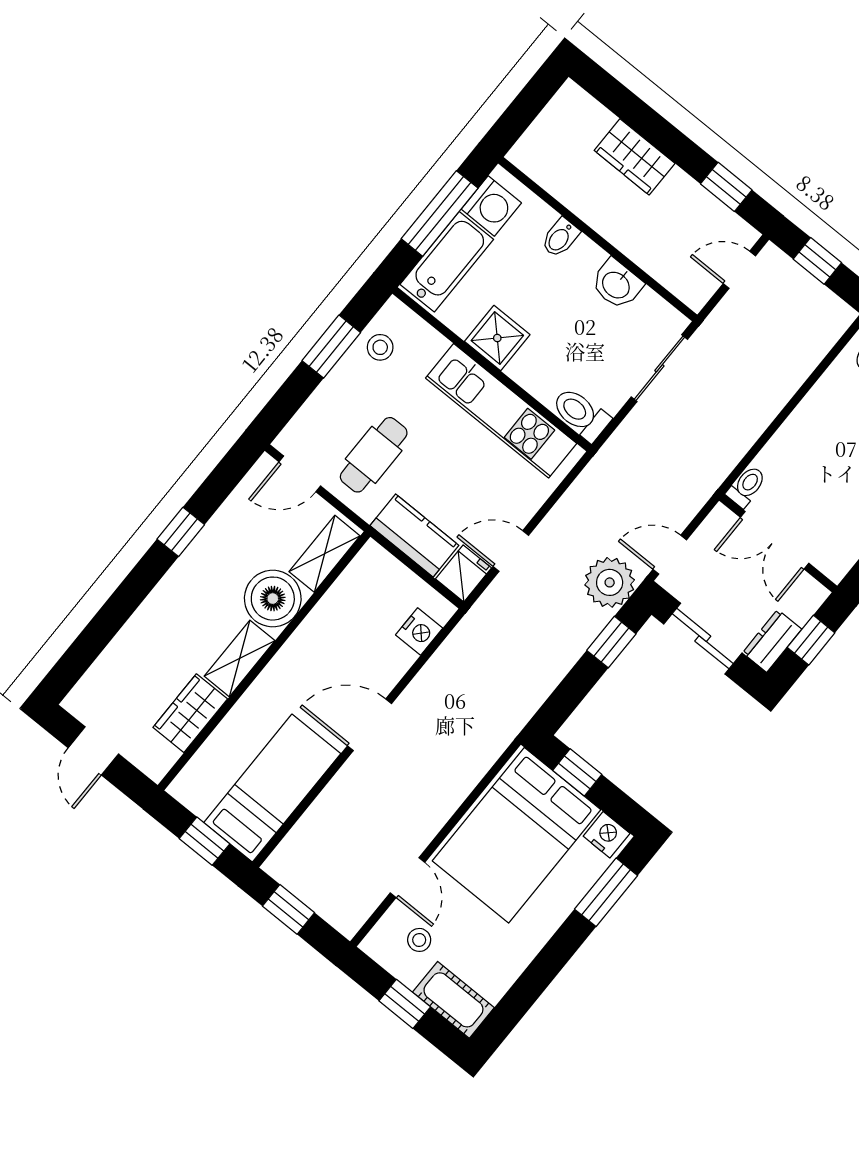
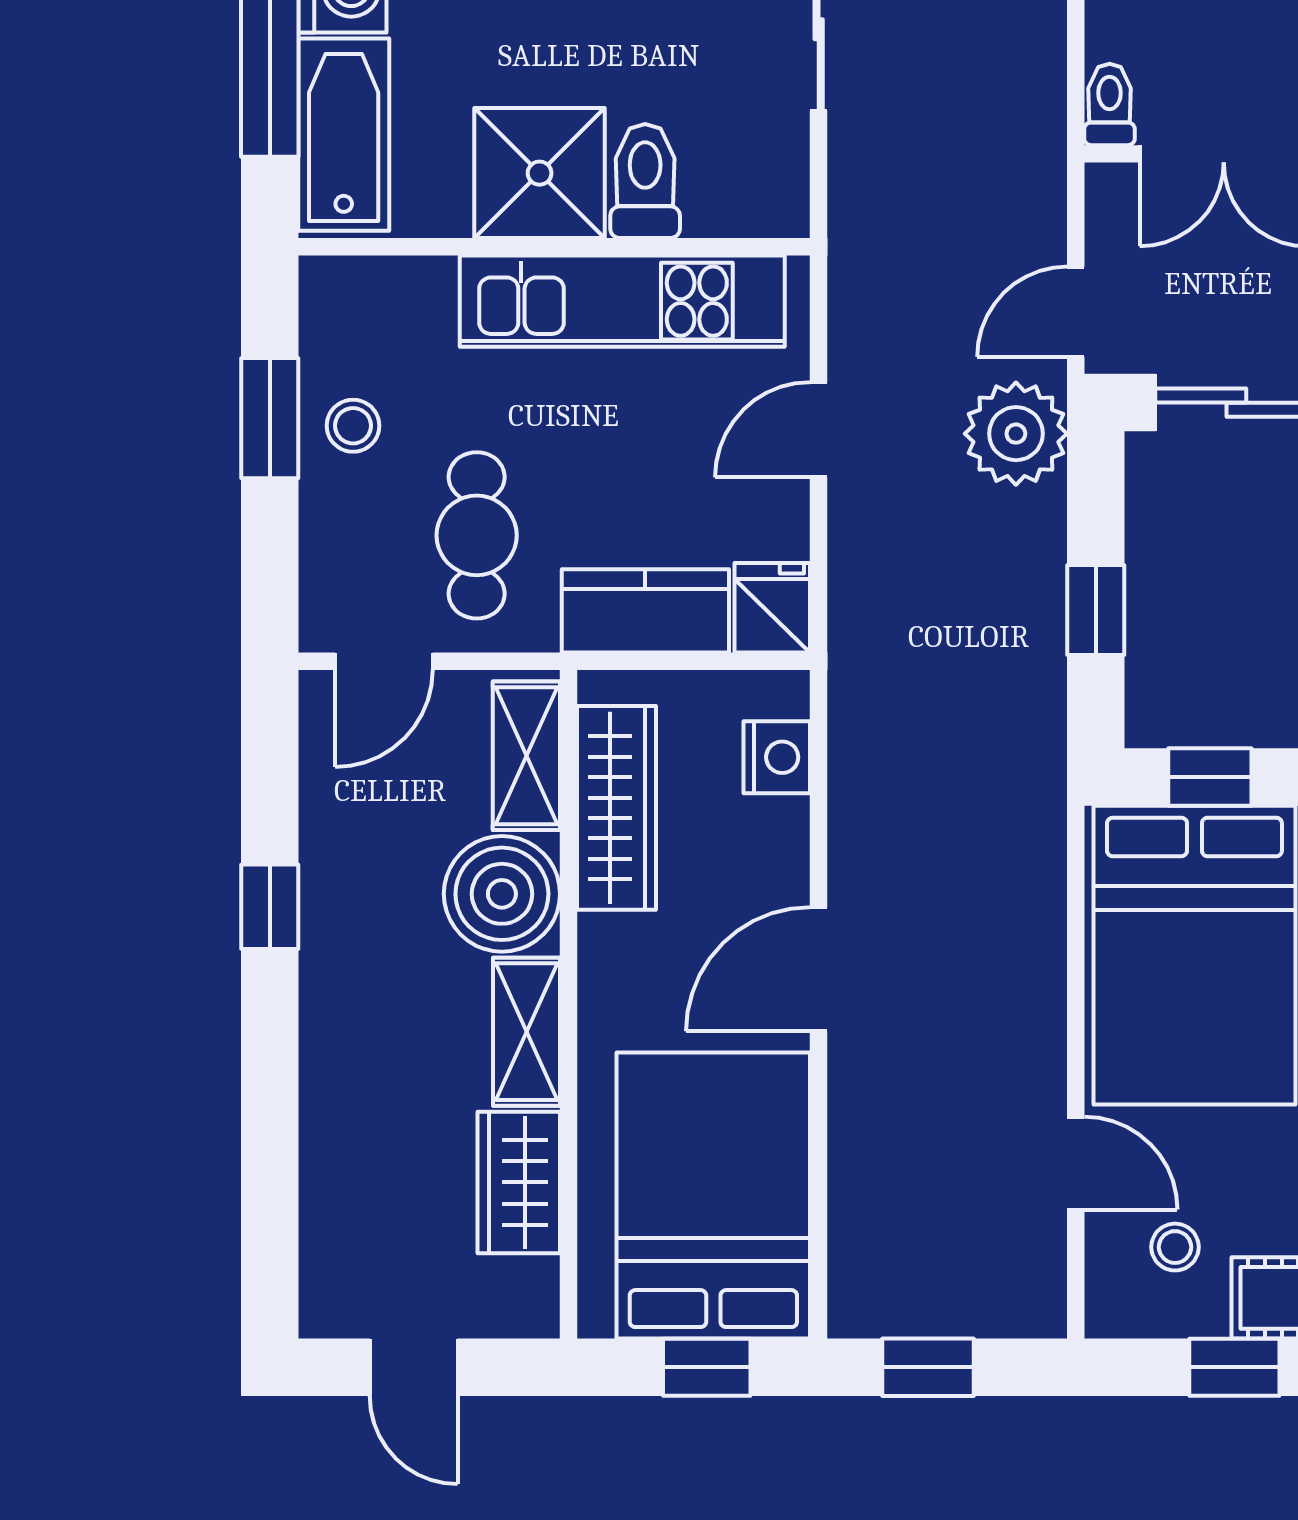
shower: (497, 338) -> (540, 173), width x1.36, depth x1.36
stool: (380, 347) -> (353, 426), moved
toilet: (581, 414) -> (645, 181), moved, turned 90
door: (511, 551) -> (819, 430), moved
wardrobe: (343, 601) -> (617, 808), added
window: (611, 642) -> (1096, 610), moved
bed: (272, 788) -> (713, 1195), width x1.50

